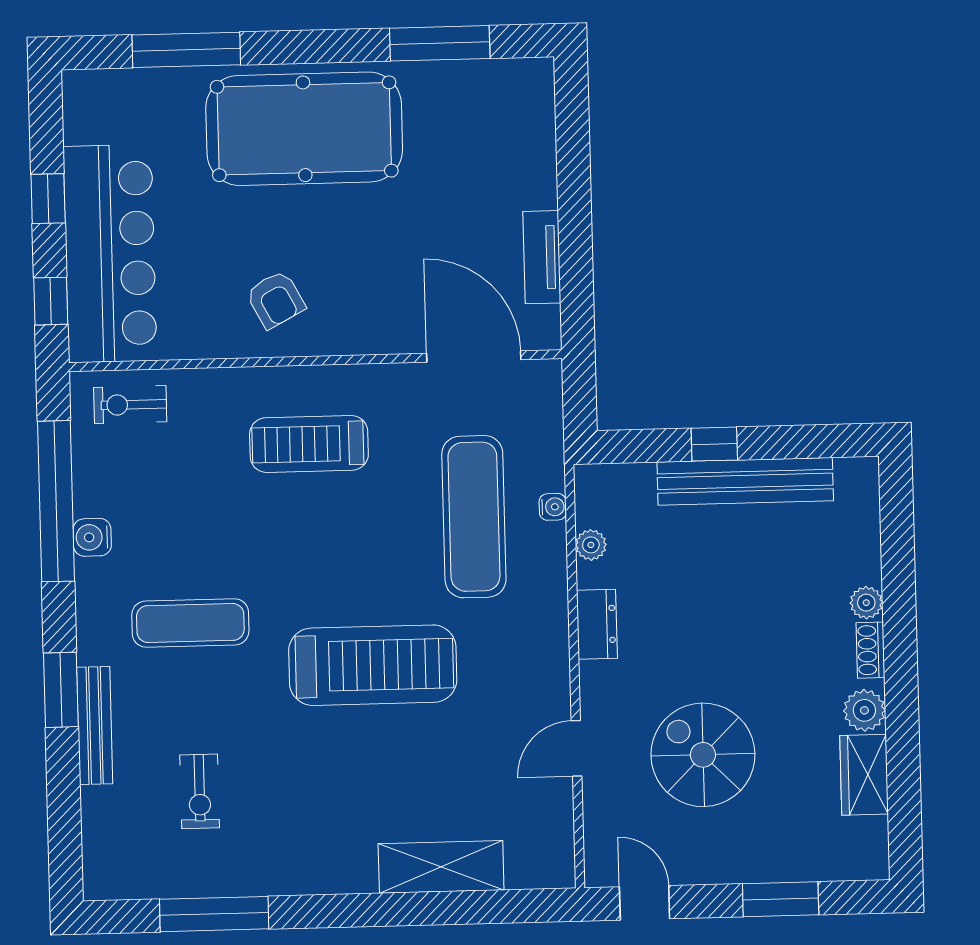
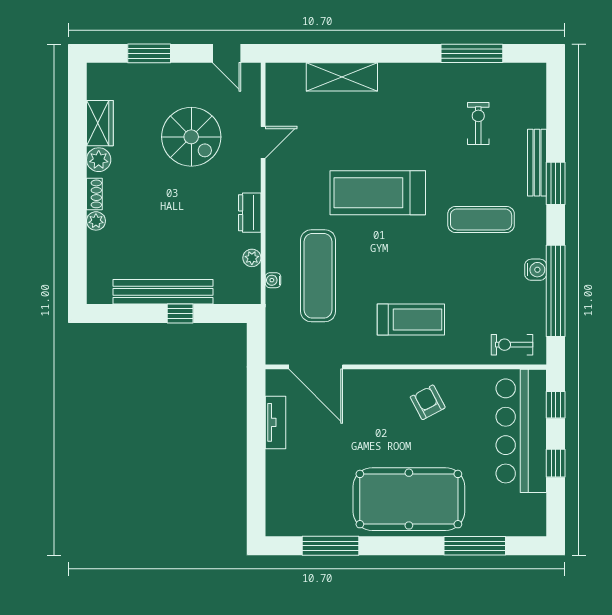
exercise bike: (130, 405) -> (512, 345), turned 180

